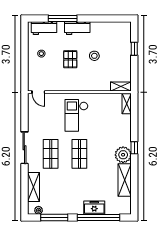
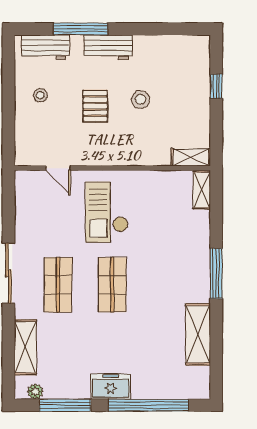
door: (38, 92) -> (58, 168), moved
window: (134, 148) -> (216, 273), width x2.17
plant: (123, 155) -> (195, 287), removed
freezer: (94, 208) -> (111, 387), moved

